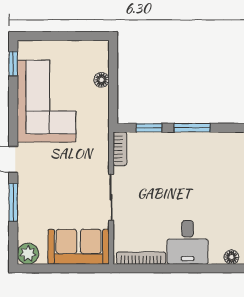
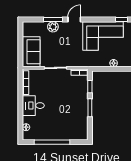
plant: (28, 254) -> (53, 27), moved

